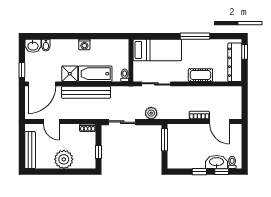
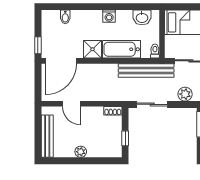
washbasin: (33, 46) -> (142, 17), moved
bench: (86, 92) -> (146, 70), moved
plant: (64, 159) -> (81, 152), width x0.53, depth x0.53

